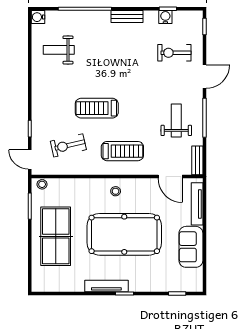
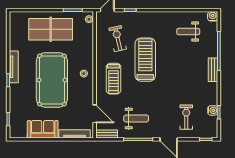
bench: (127, 17) -> (213, 70), moved
weight bench: (59, 50) -> (188, 32), turned -90
treadmill: (97, 108) -> (145, 60), width x1.37, depth x1.38
door: (170, 177) -> (95, 114), swing flipped

